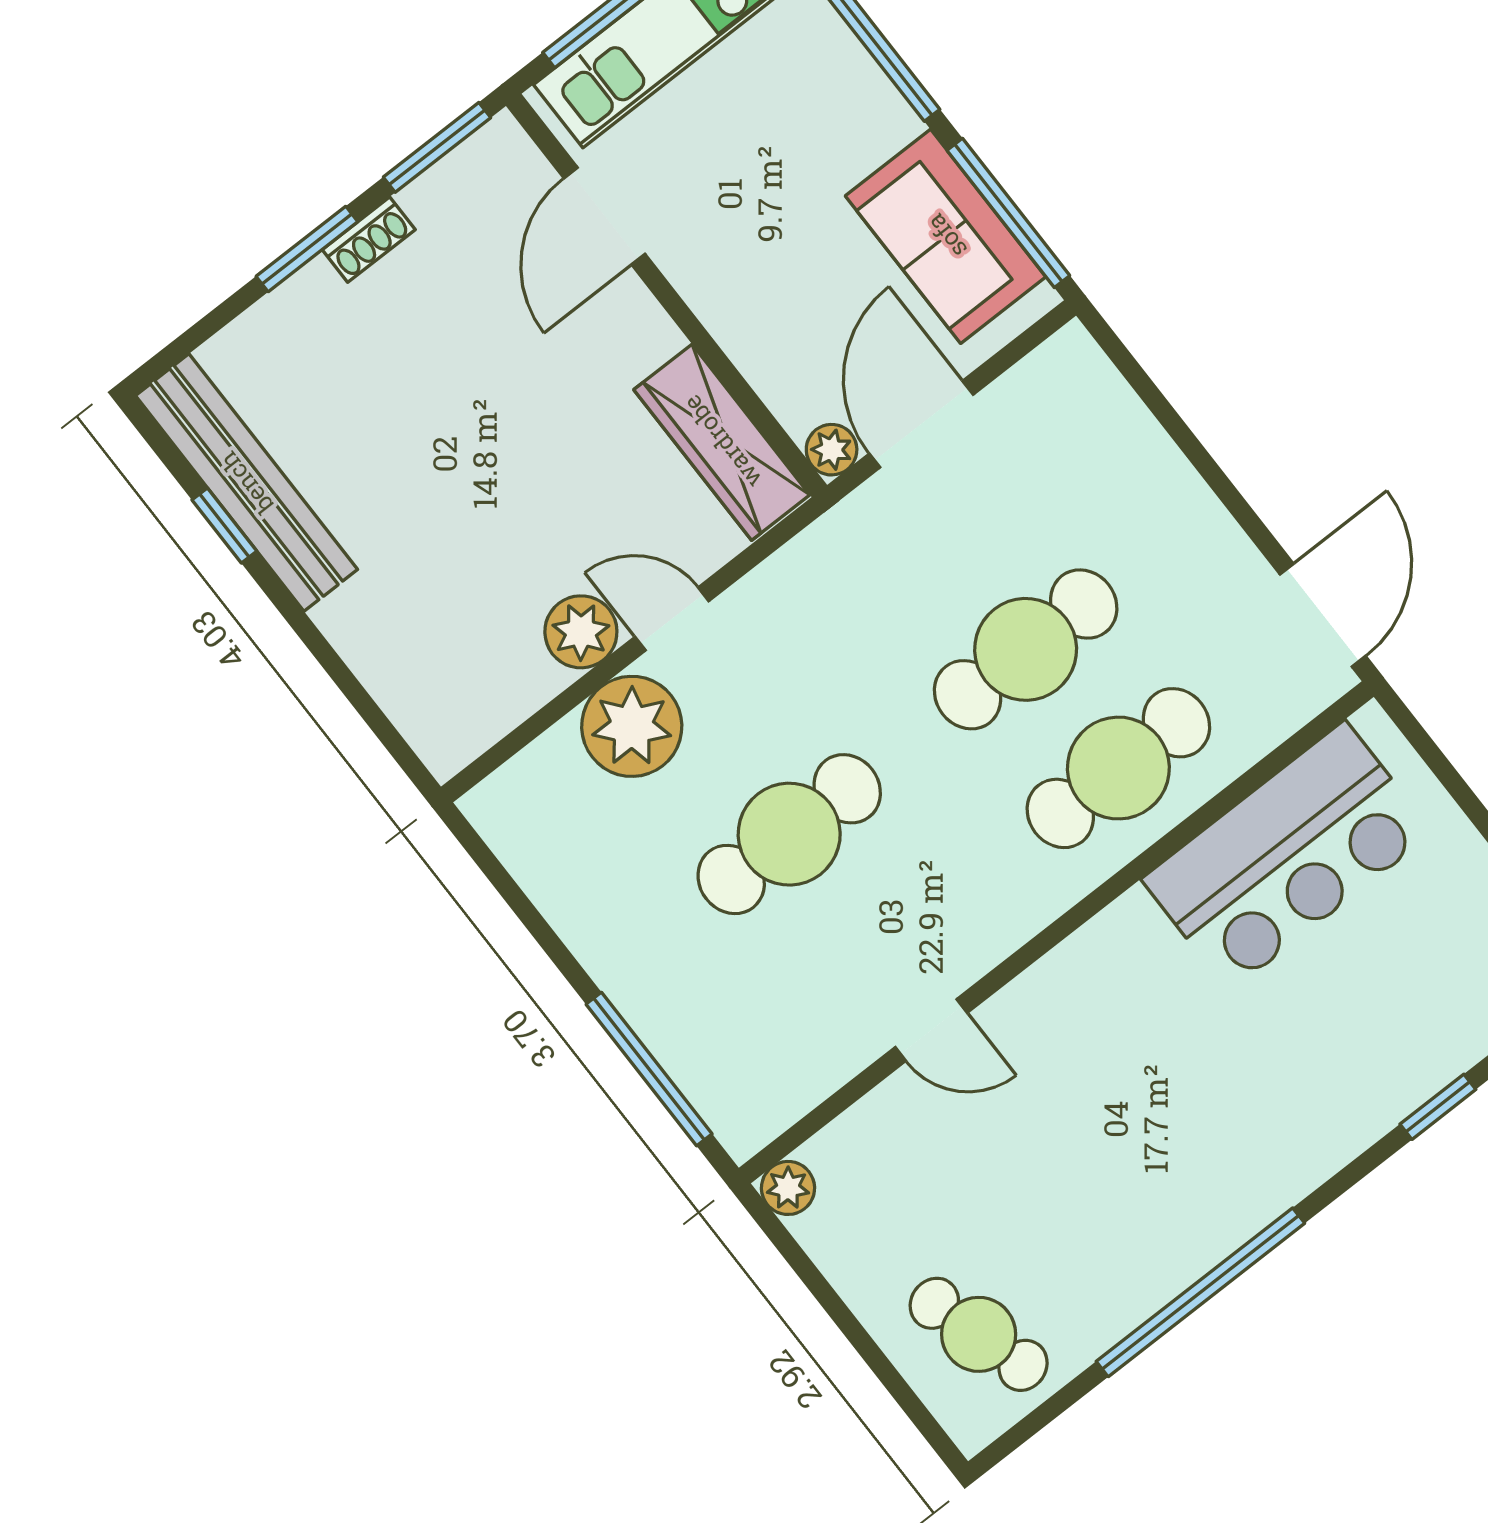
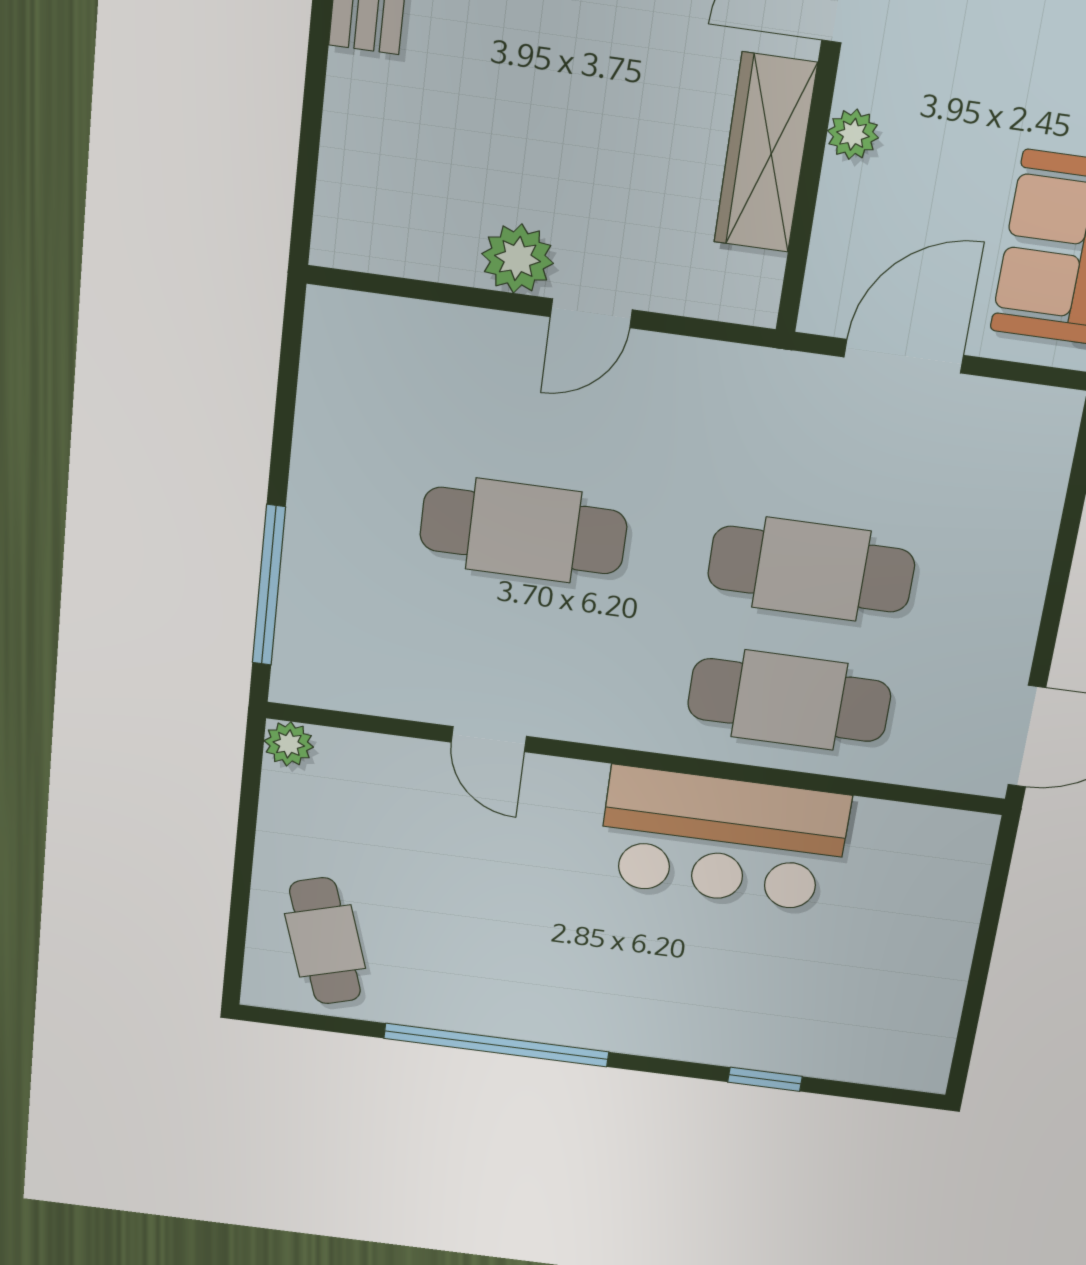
wardrobe: (722, 442) -> (765, 153), moved
plant: (832, 450) -> (853, 134), moved
door: (672, 619) -> (591, 313), swing flipped
plant: (632, 726) -> (488, 356), removed
bar counter: (1287, 856) -> (723, 839), moved

